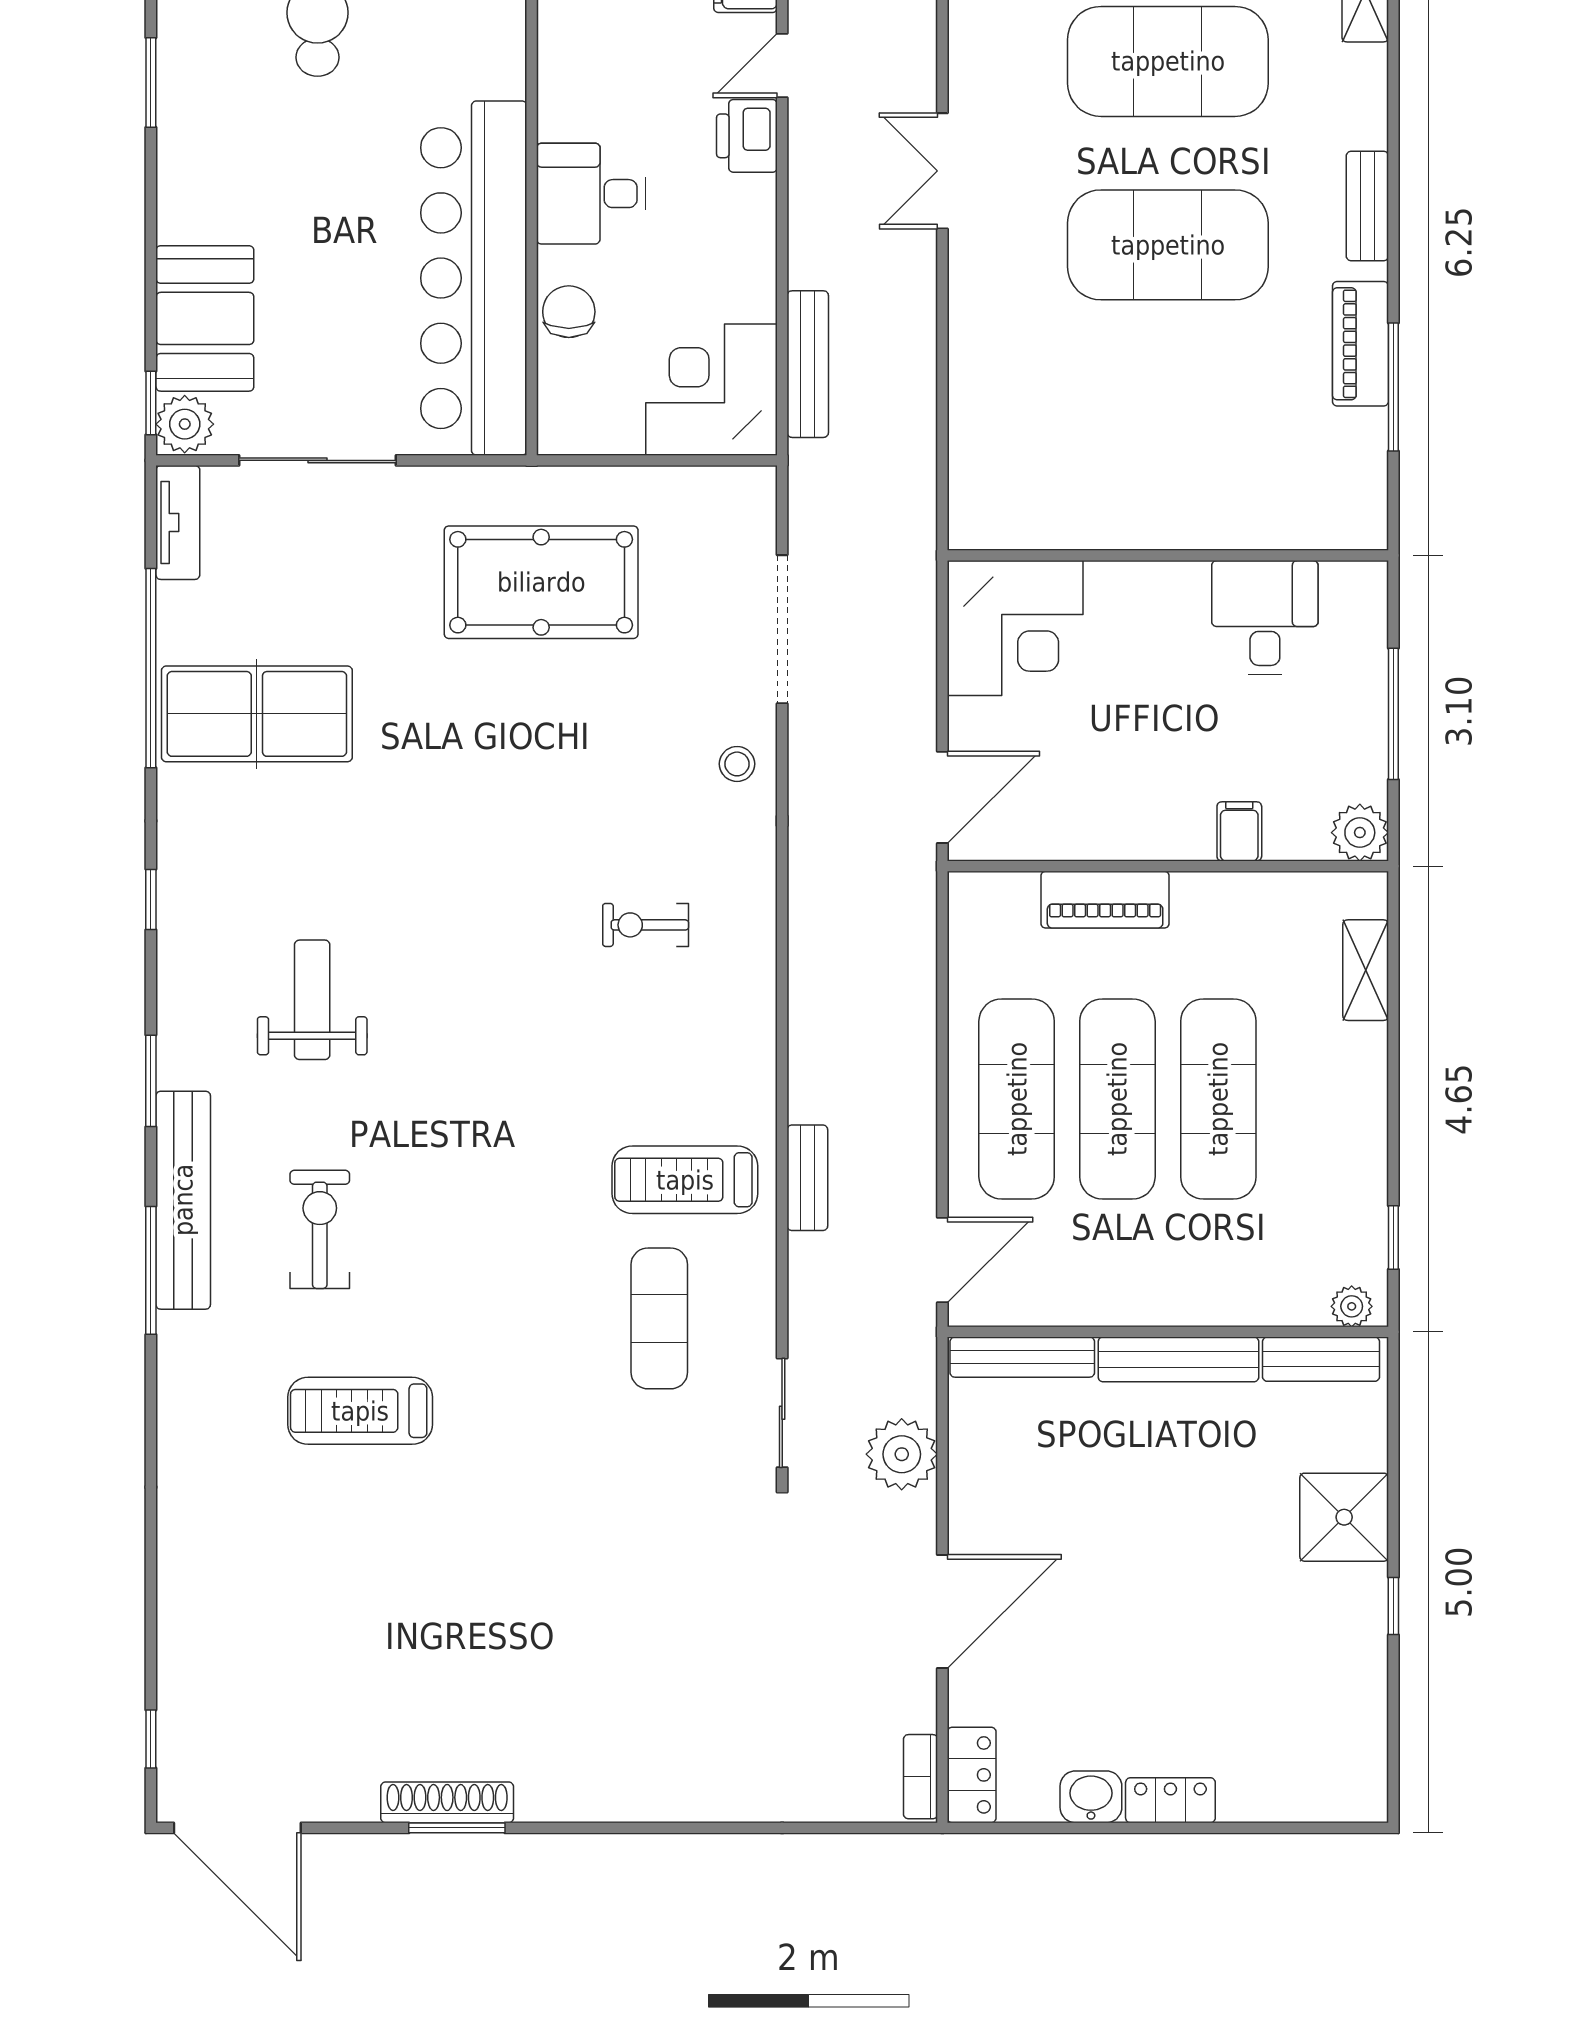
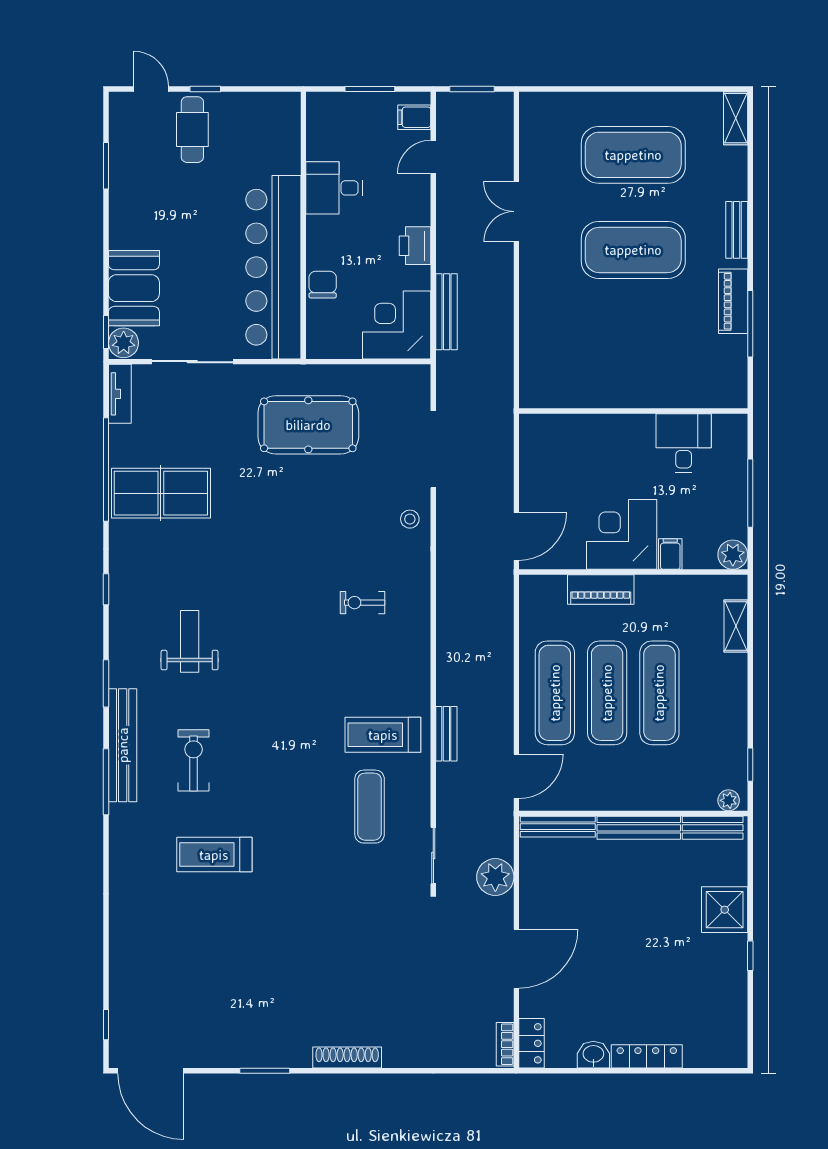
printer: (747, 136) -> (415, 246), moved
desk: (591, 194) -> (334, 188), moved
corner desk: (1015, 628) -> (622, 534), moved, turned 180
locker: (1170, 1800) -> (647, 1056), width x1.53
shoe rack: (447, 1802) -> (347, 1058), moved

